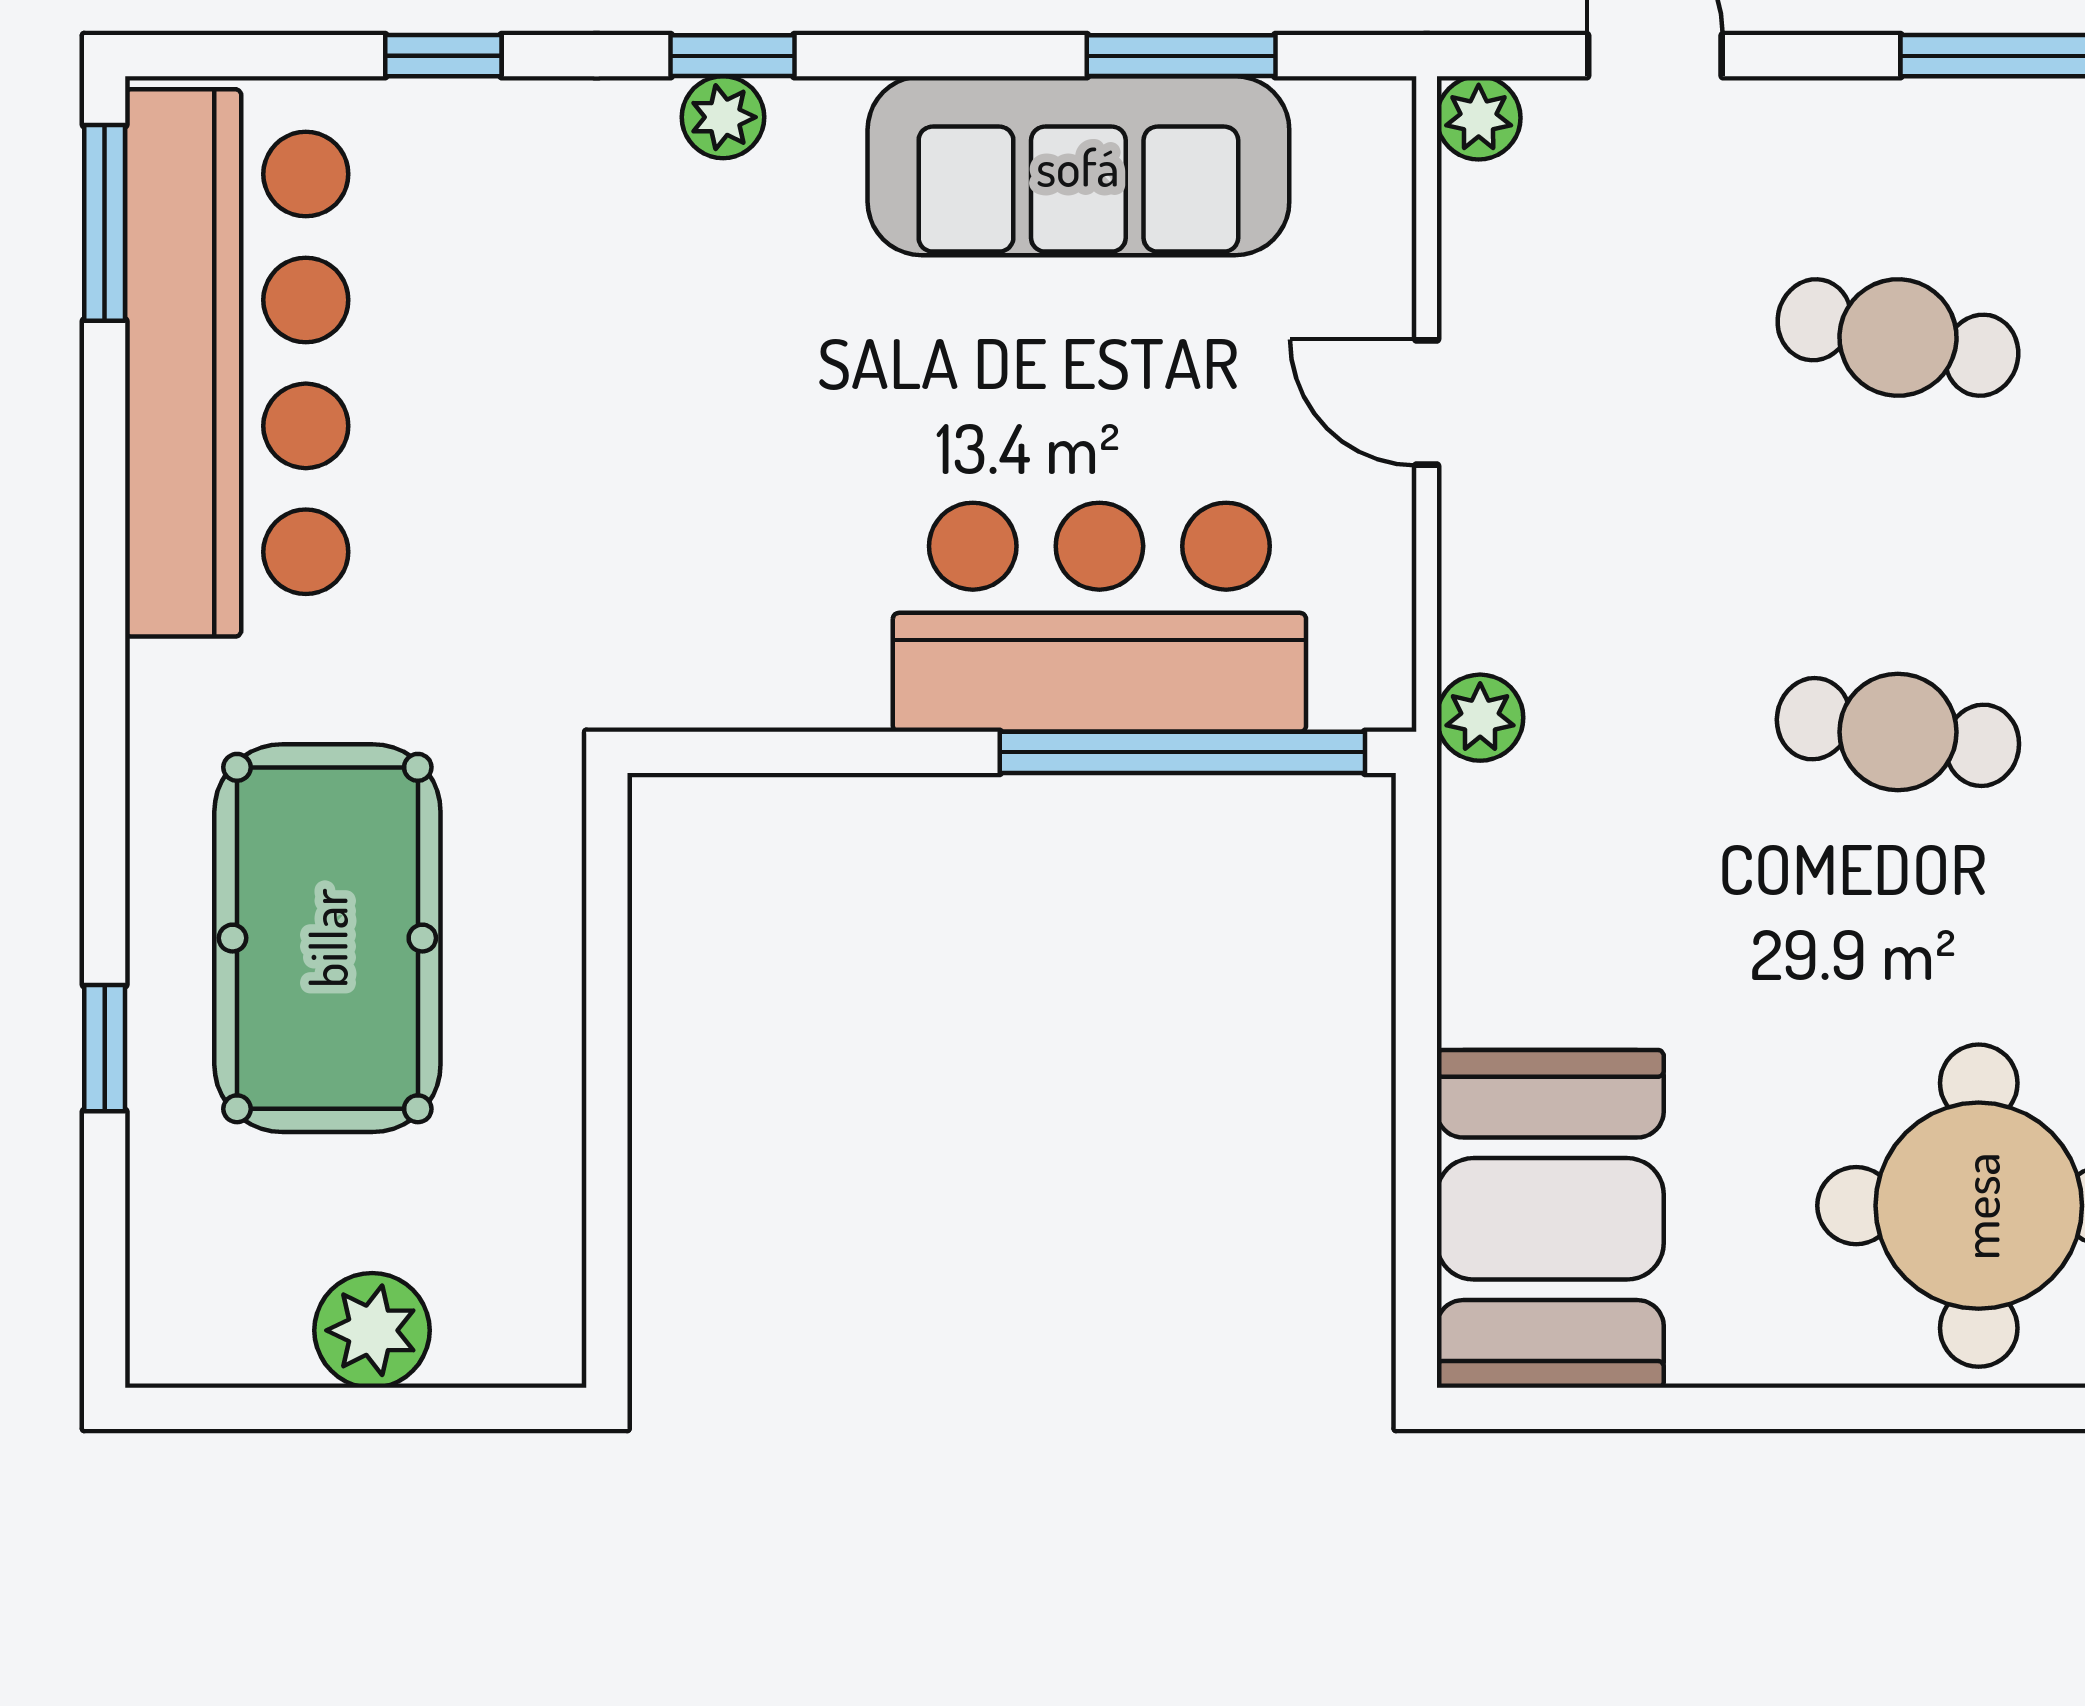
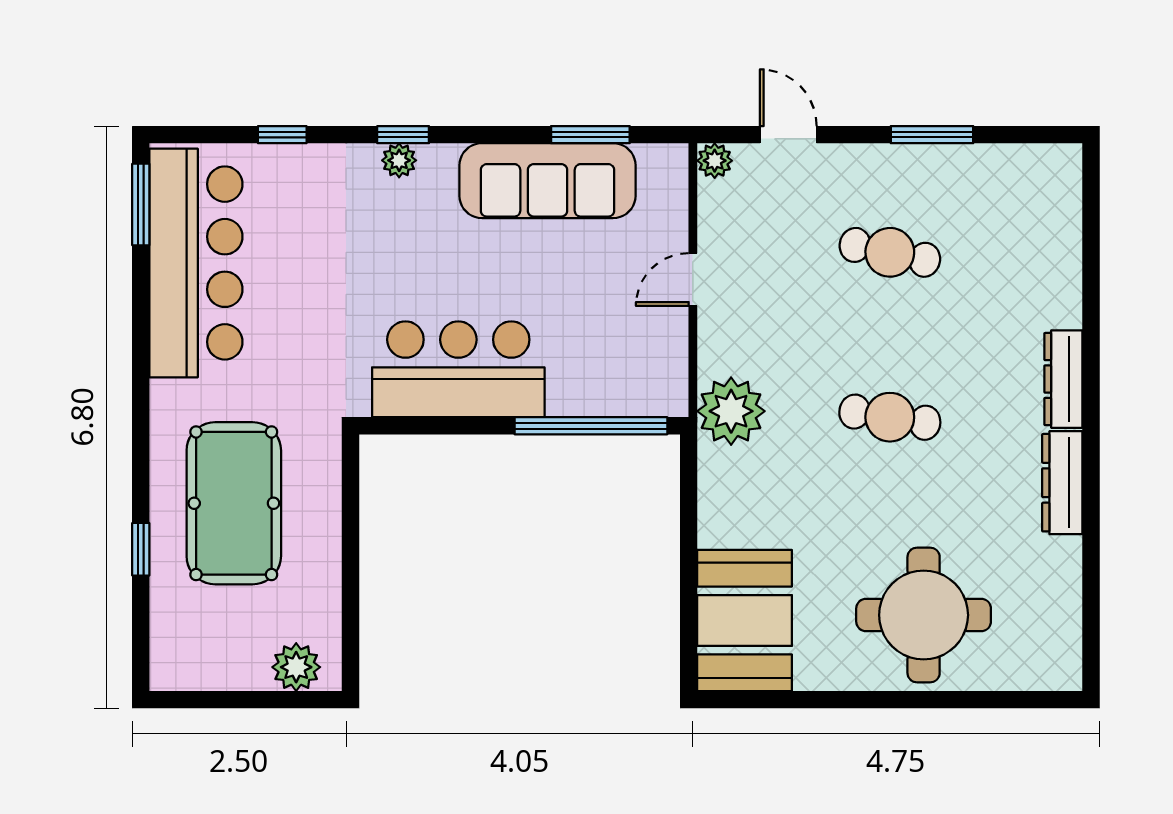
door: (1427, 403) -> (693, 280), hinge flipped
bar counter: (1099, 617) -> (458, 369), moved
plant: (1480, 718) -> (731, 411), width x1.88, depth x1.88
plant: (372, 1330) -> (296, 667), moved

